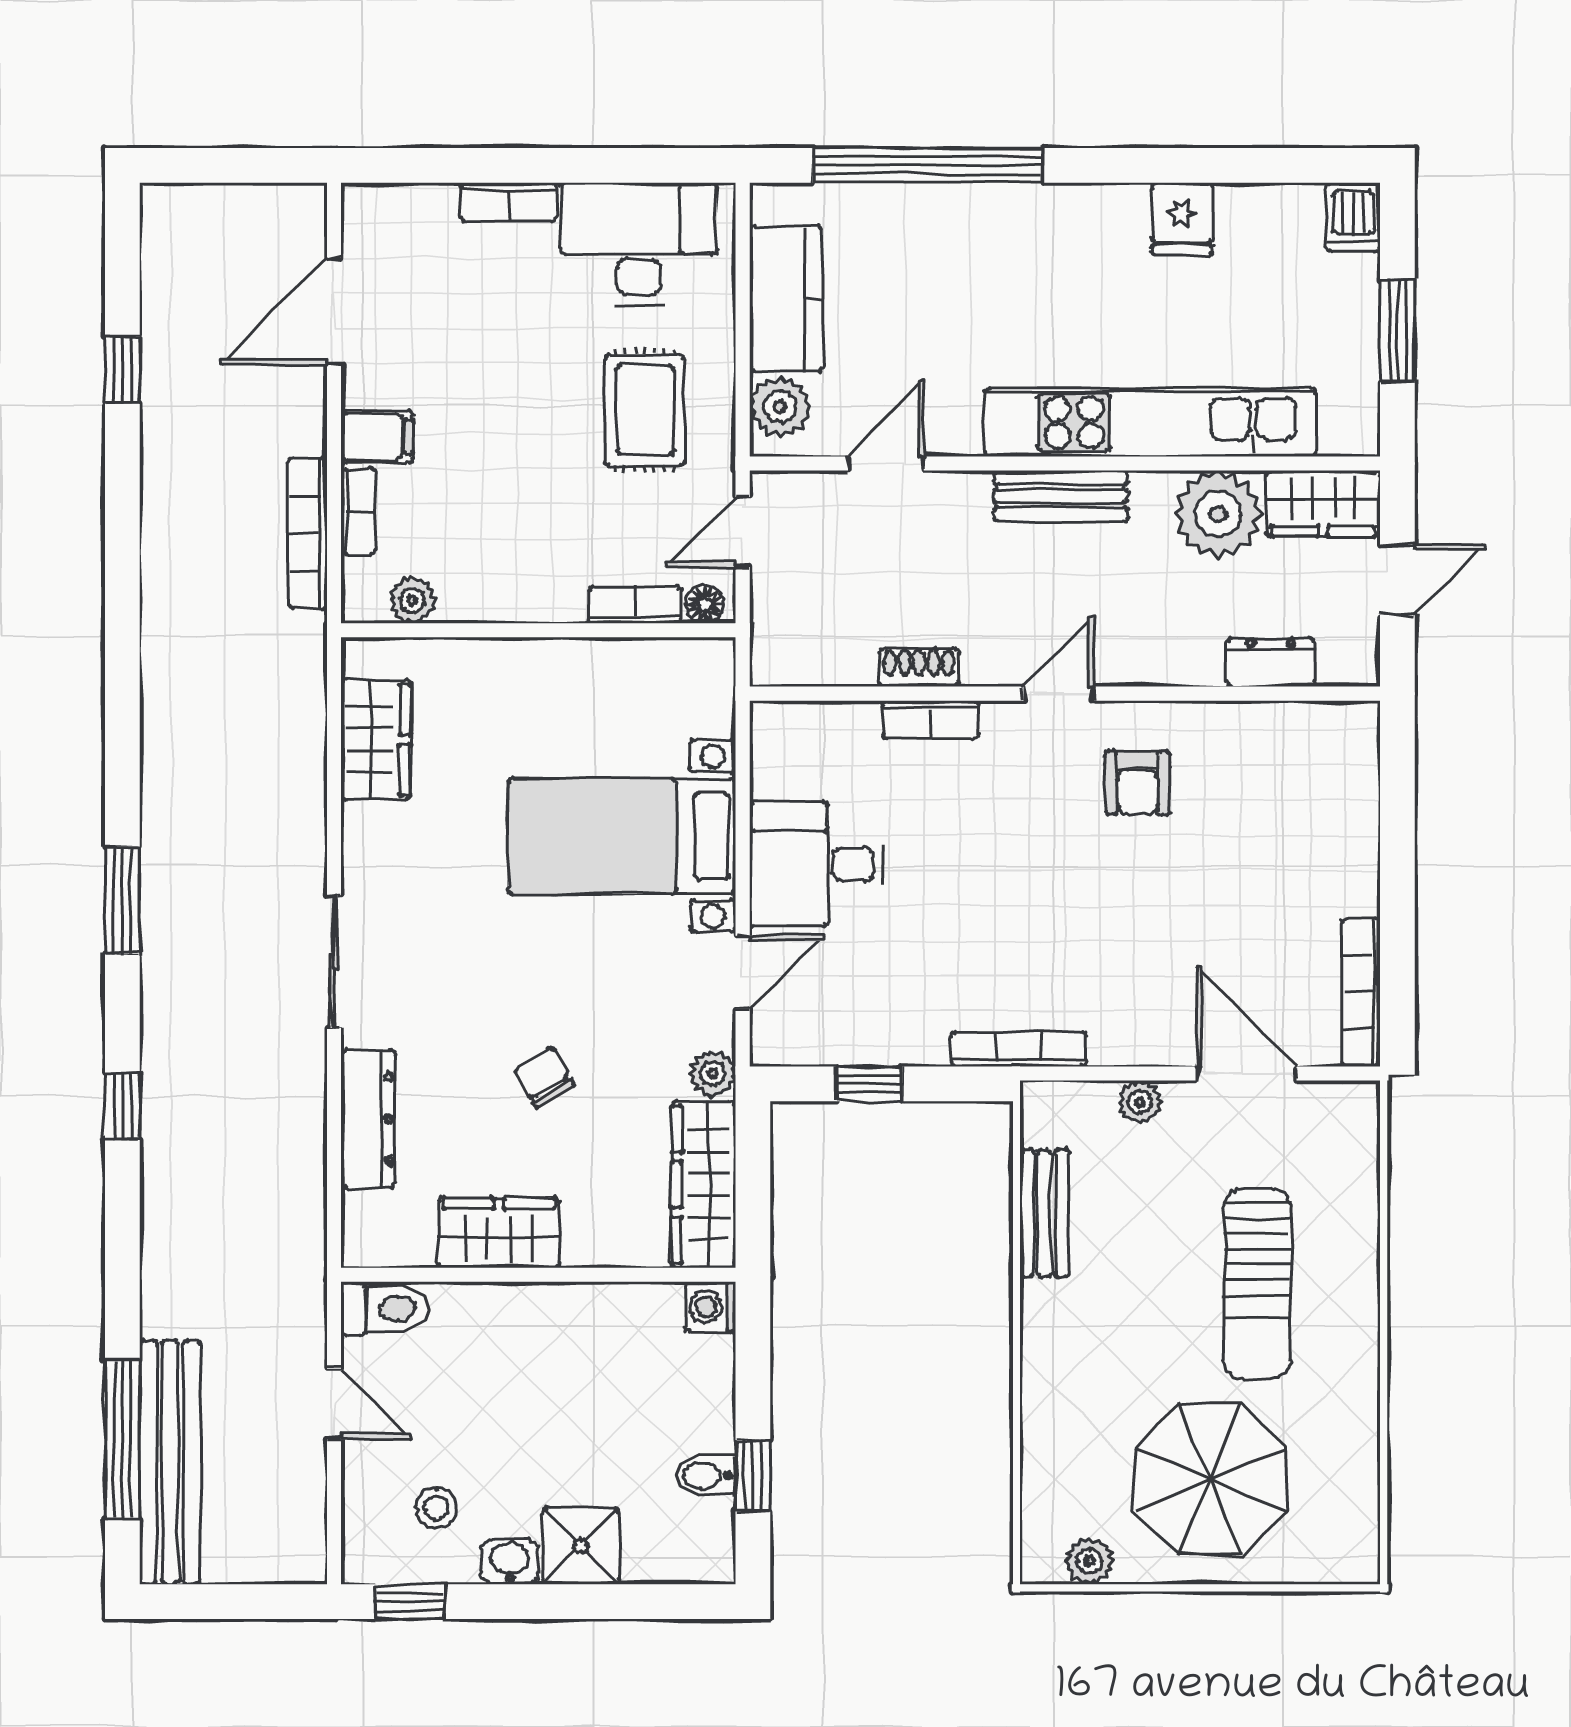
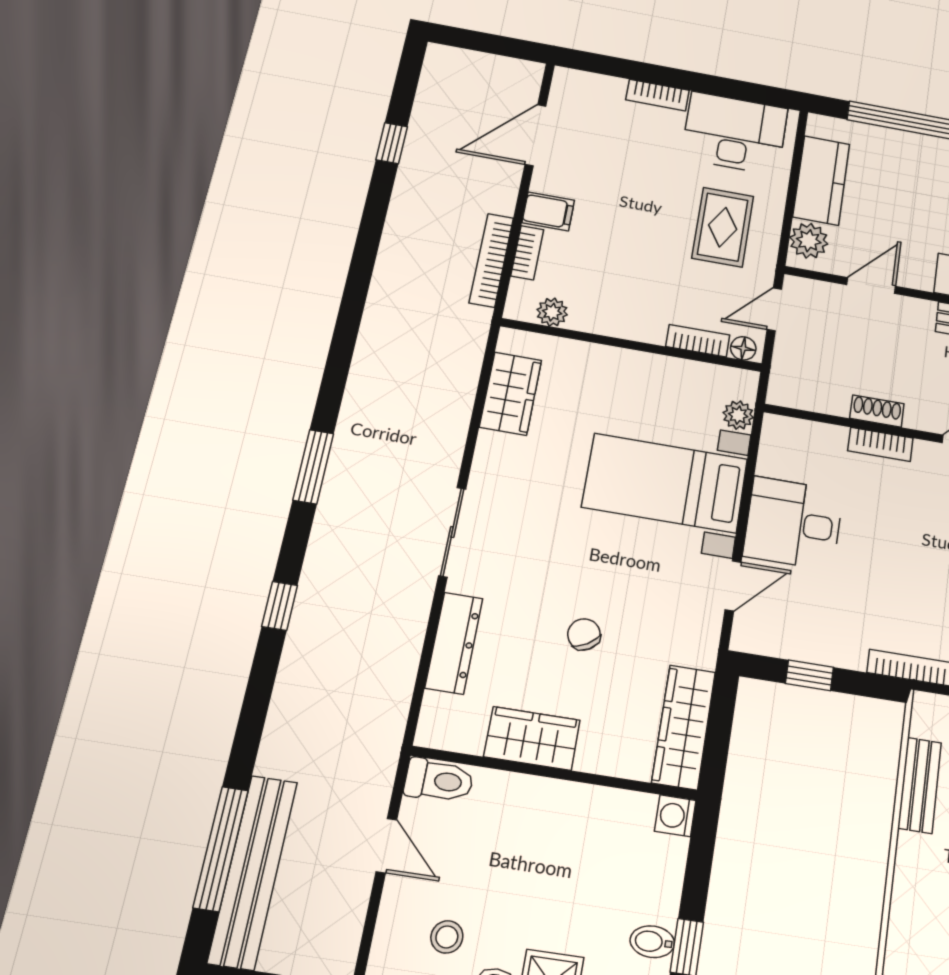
plant: (713, 1074) -> (738, 415), moved

